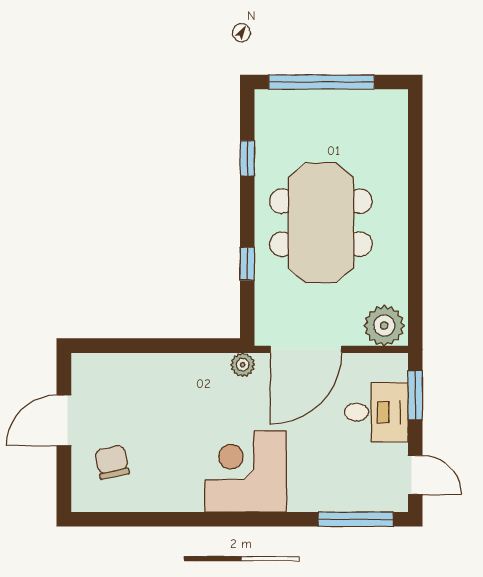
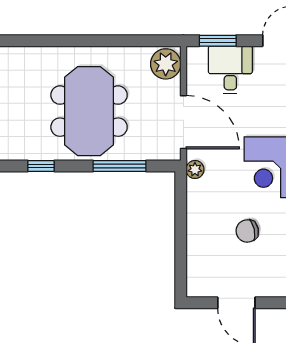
meeting table: (321, 223) -> (89, 111), turned 90
window: (247, 264) -> (120, 166), width x2.17
chair: (112, 462) -> (247, 231), moved

